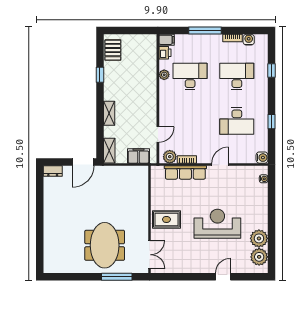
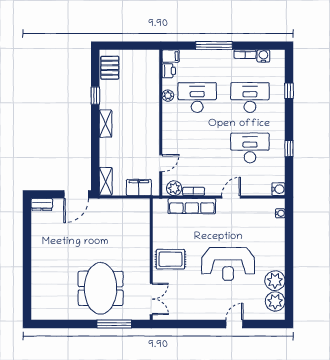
shelving: (109, 113) -> (106, 124), moved
desk: (237, 121) -> (250, 148), turned 180
reception desk: (217, 224) -> (228, 264), turned 180

